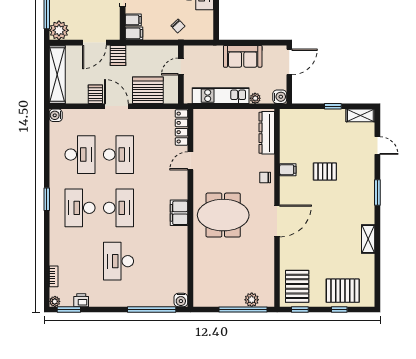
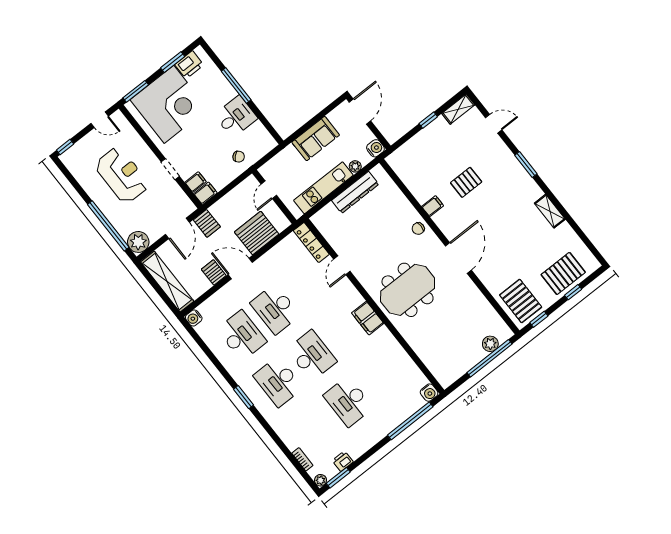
dresser: (267, 133) -> (355, 192), moved, turned -90
desk: (119, 155) -> (275, 309), turned 180

